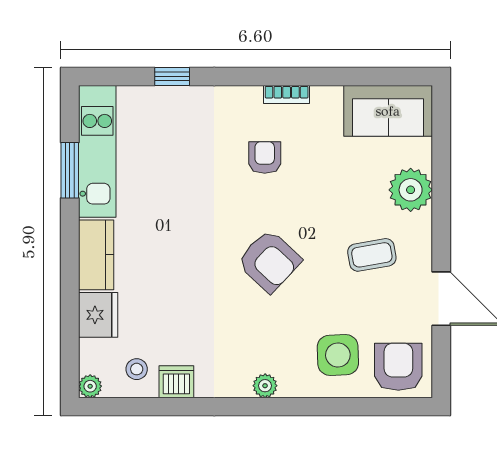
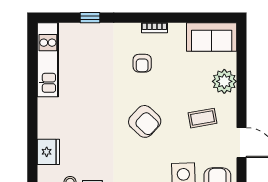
armchair: (265, 157) -> (142, 63), turned 180
window: (70, 170) -> (32, 70), removed
kitchen counter: (96, 255) -> (47, 118), removed

